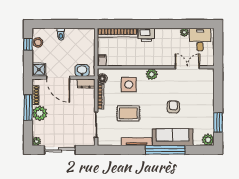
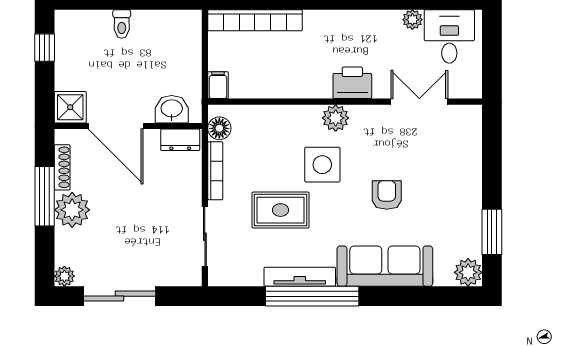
printer: (146, 35) -> (352, 83), moved, turned 180
stool: (38, 42) -> (68, 43), removed
side table: (129, 85) -> (322, 165), moved
window: (165, 150) -> (312, 296), moved

